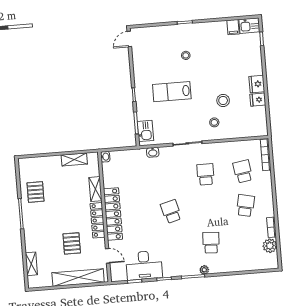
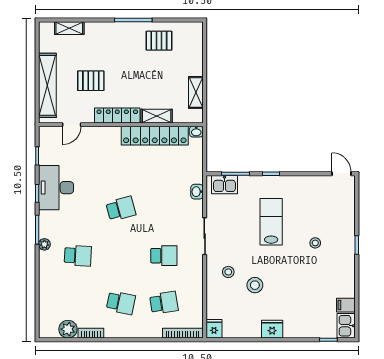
fridge: (258, 100) -> (214, 329), moved
locker: (113, 214) -> (155, 136), moved
desk: (144, 265) -> (56, 188), moved

